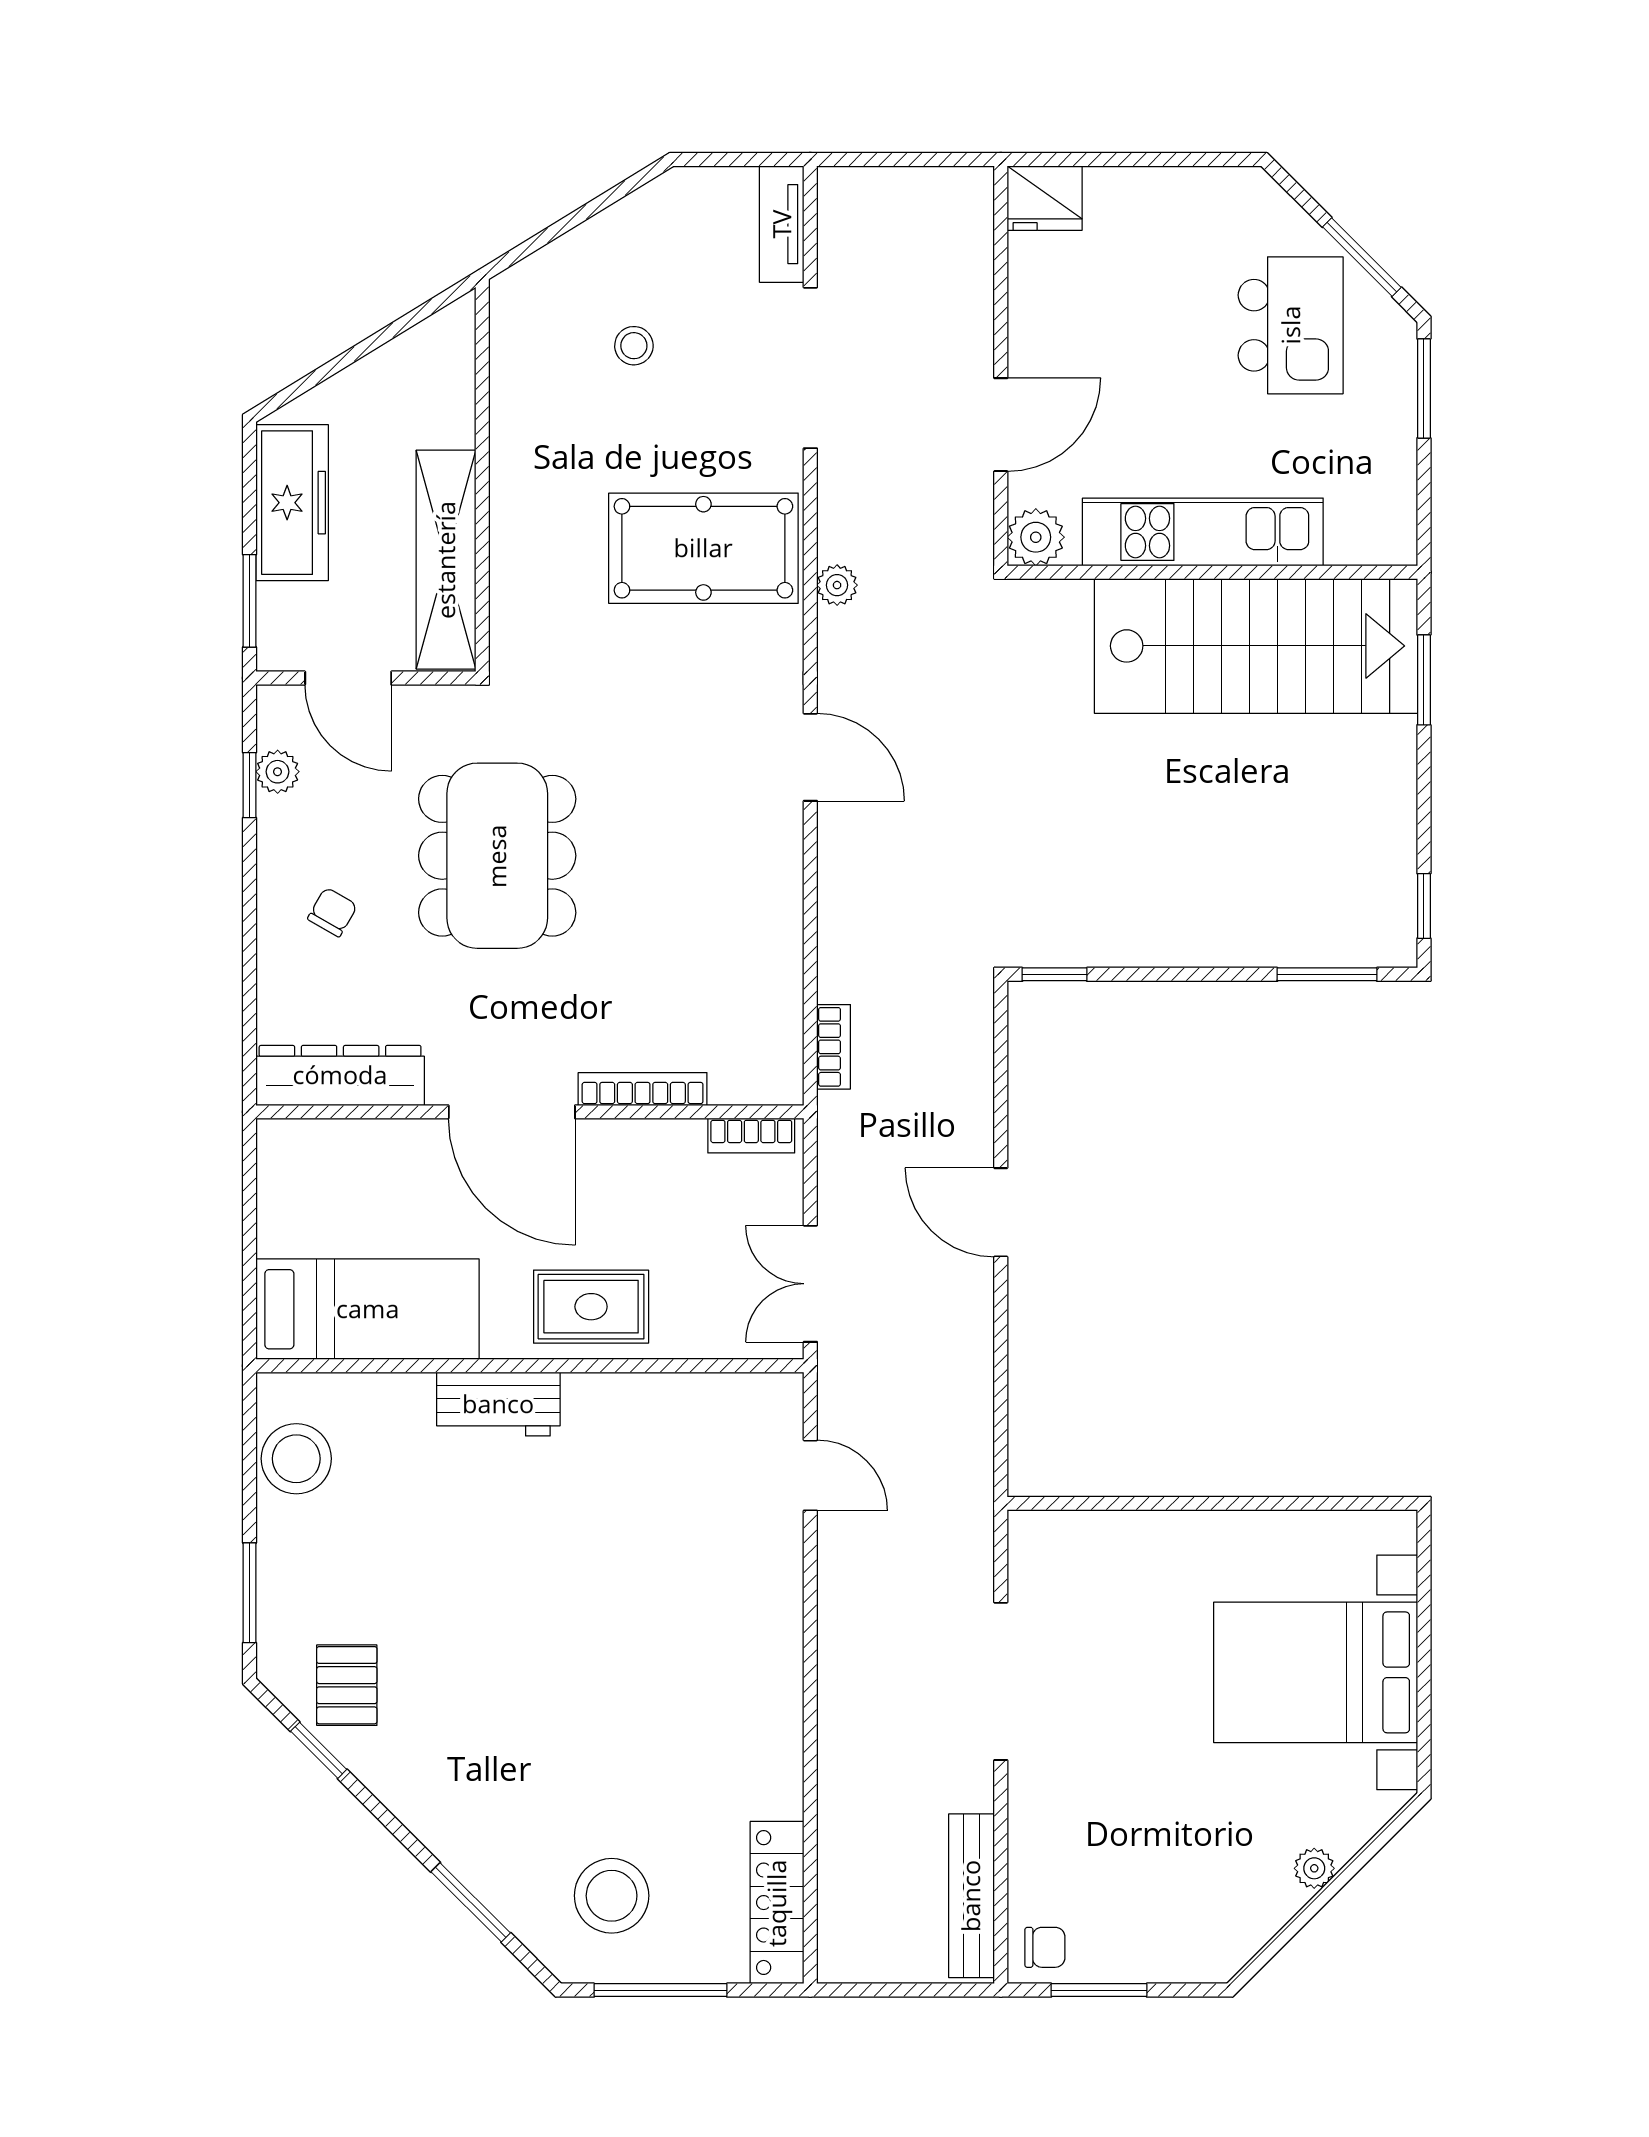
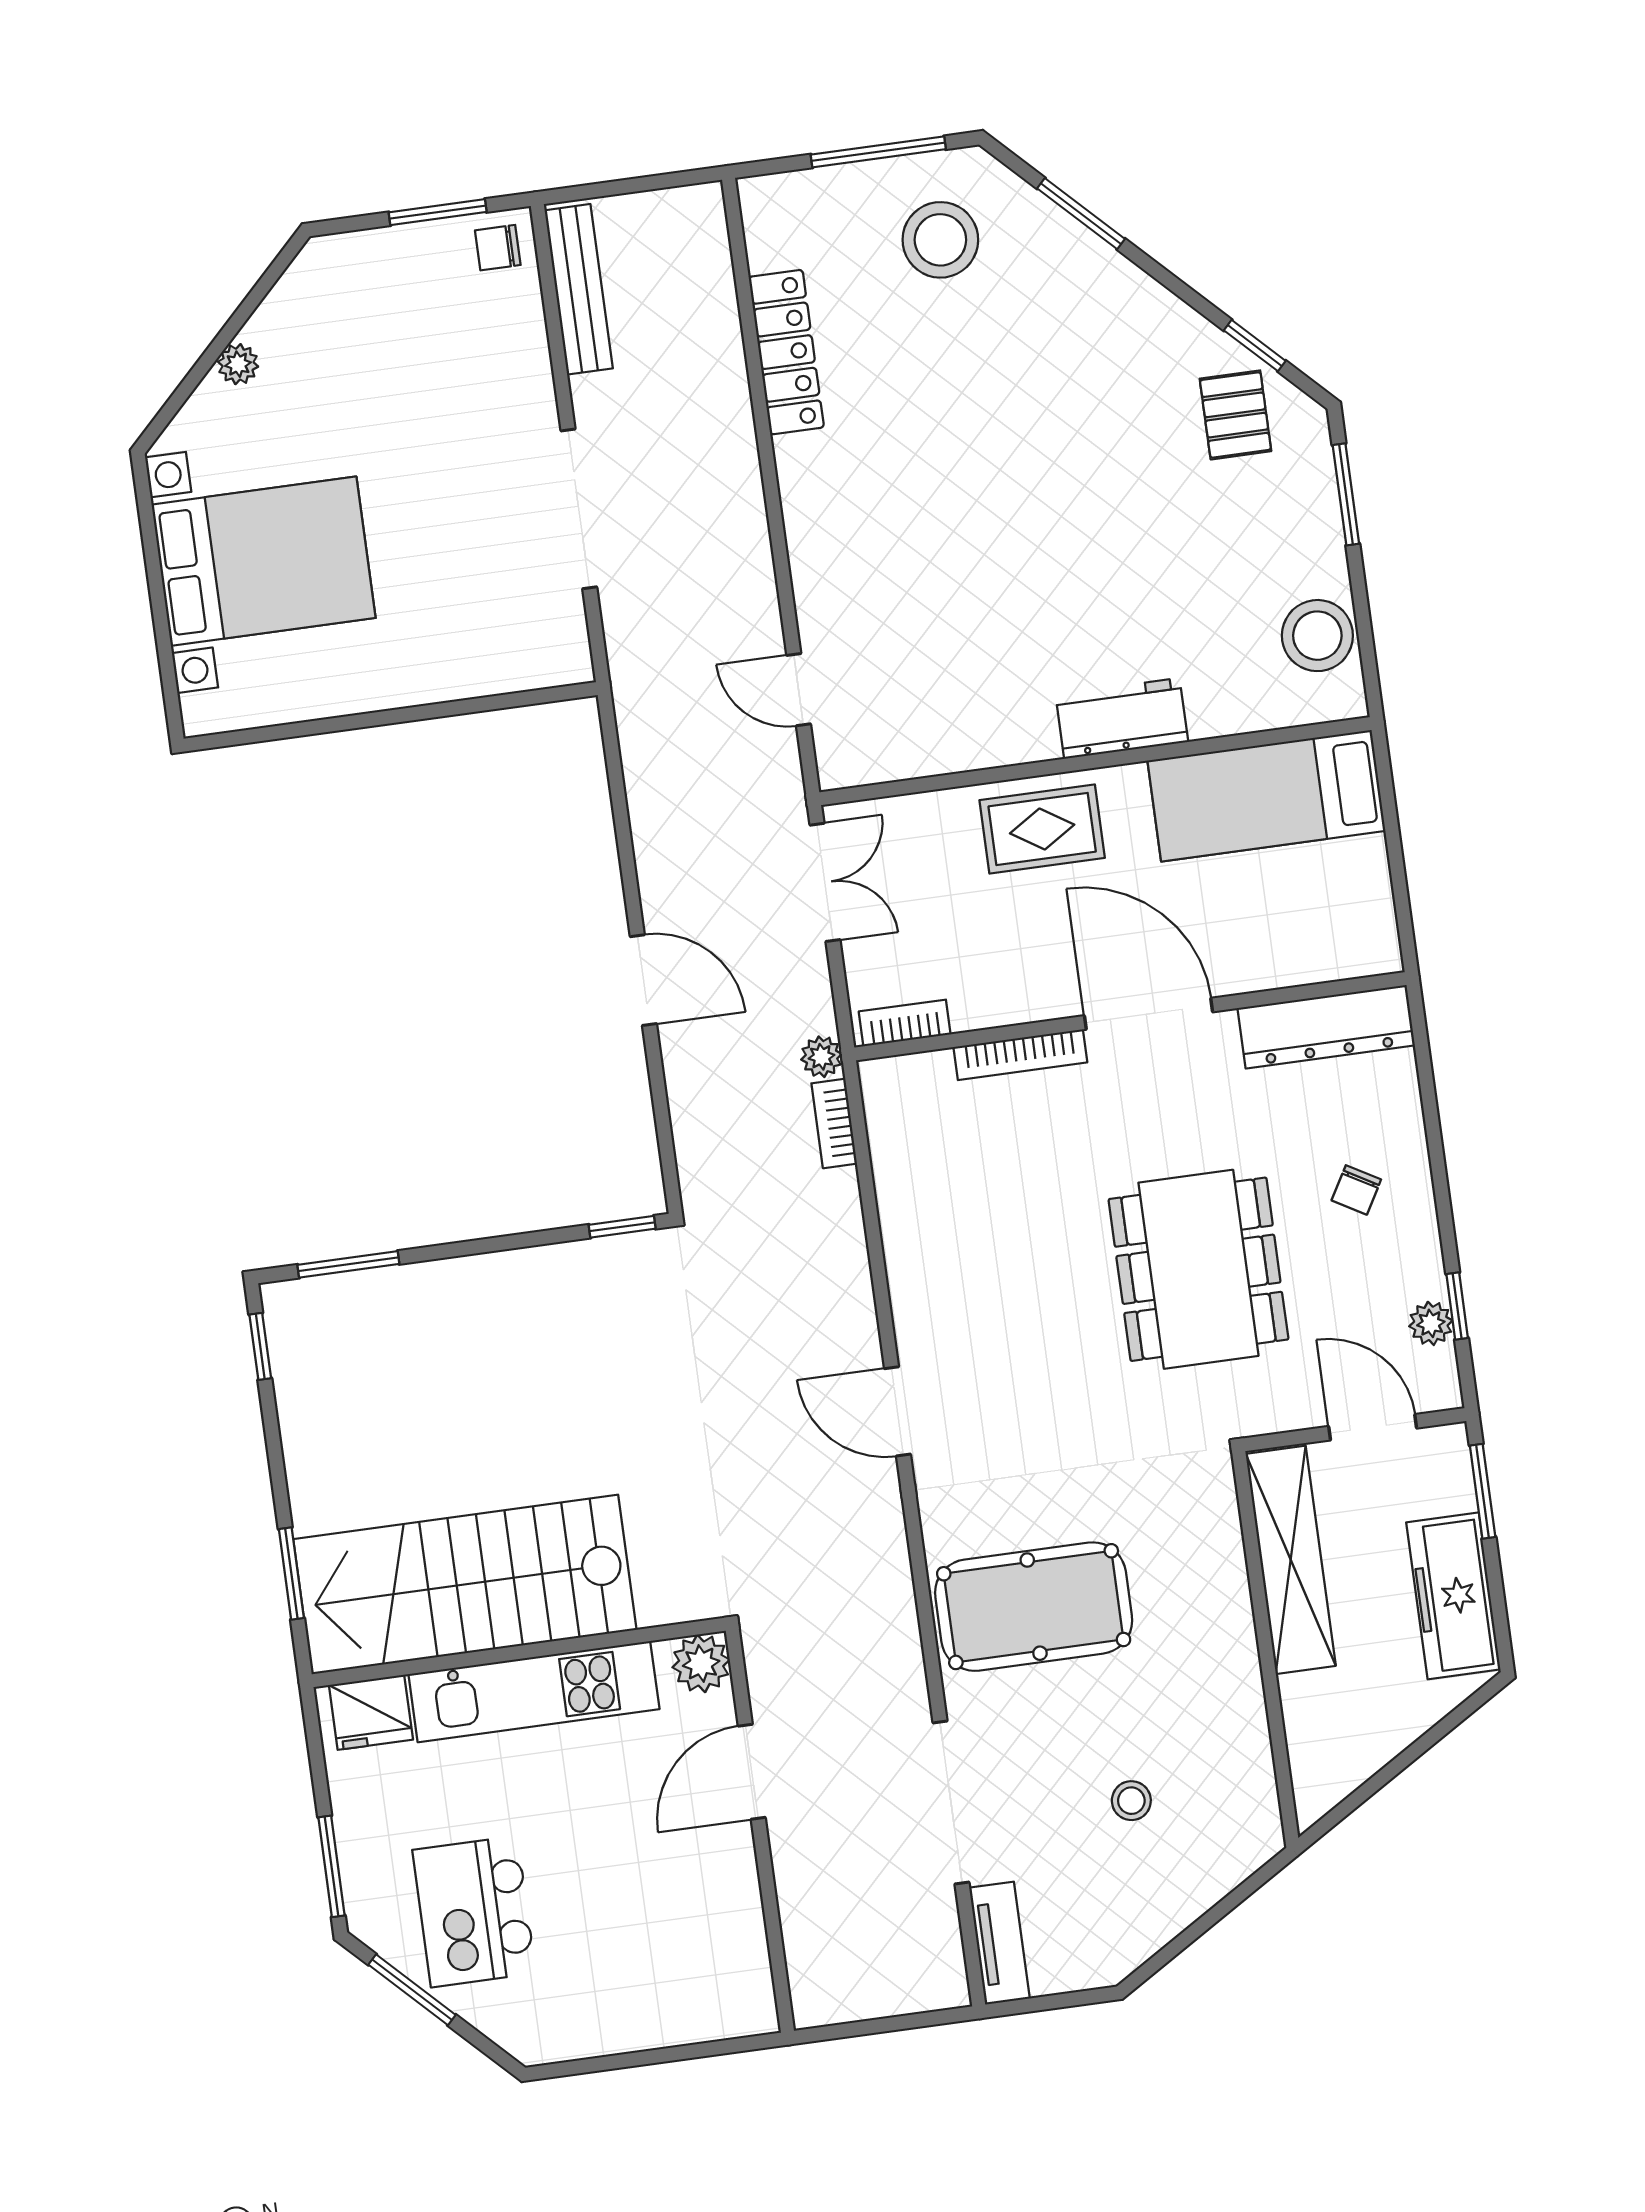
fridge: (1045, 198) -> (371, 1712), moved, turned 180
plant: (837, 585) -> (821, 1057), moved
locker: (777, 1903) -> (786, 352), moved

